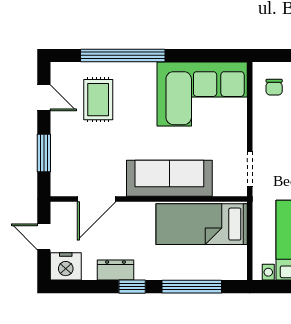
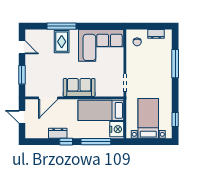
window: (123, 55) -> (61, 26), width x0.68
rug: (98, 100) -> (62, 42), moved
sofa: (169, 178) -> (79, 87), width x0.73
nightstand: (66, 266) -> (117, 129), moved, turned -90

